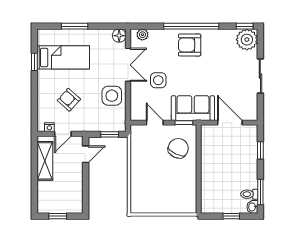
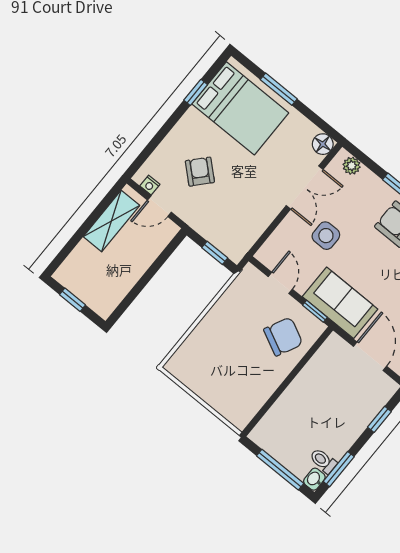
bed: (63, 57) -> (240, 108), width x1.50
side table: (112, 96) -> (255, 209), removed
door: (86, 154) -> (167, 253), removed
window: (231, 216) -> (280, 470), width x2.17

